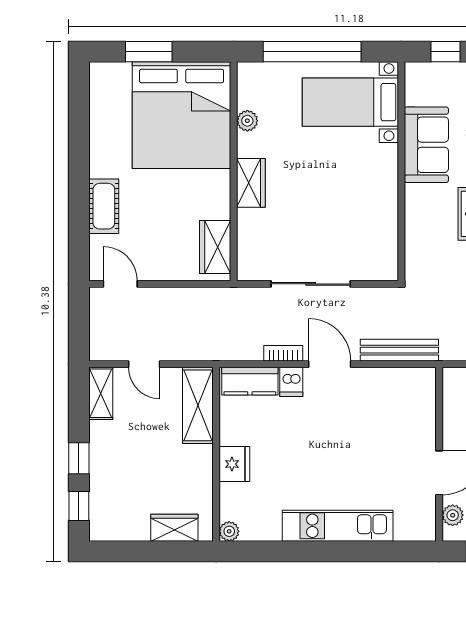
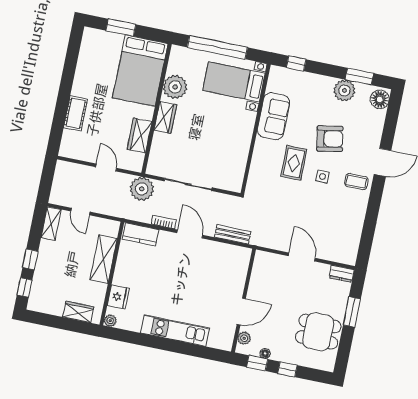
bed: (182, 115) -> (140, 71), width x0.73
plant: (247, 121) -> (175, 87), width x1.88, depth x1.88
wardrobe: (215, 247) -> (140, 135), moved
door: (120, 284) -> (106, 168), moved
plant: (236, 307) -> (142, 189), added
bench: (399, 350) -> (233, 234), width x0.73
dishwasher: (291, 382) -> (165, 240), removed
shelving: (198, 405) -> (104, 259), moved
fridge: (234, 464) -> (118, 297), moved

